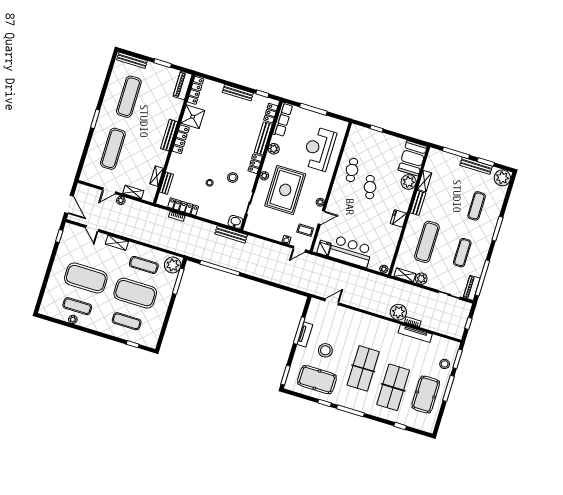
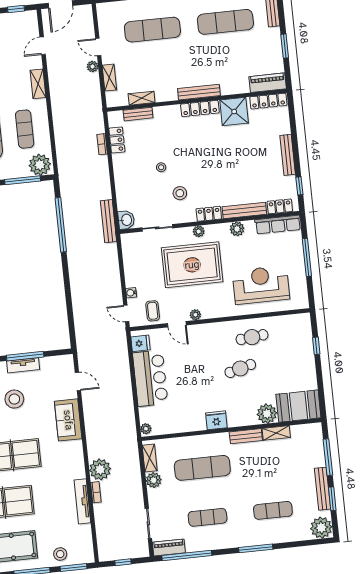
locker: (183, 207) -> (117, 140), width x0.66
sofa: (355, 320) -> (68, 420), added

